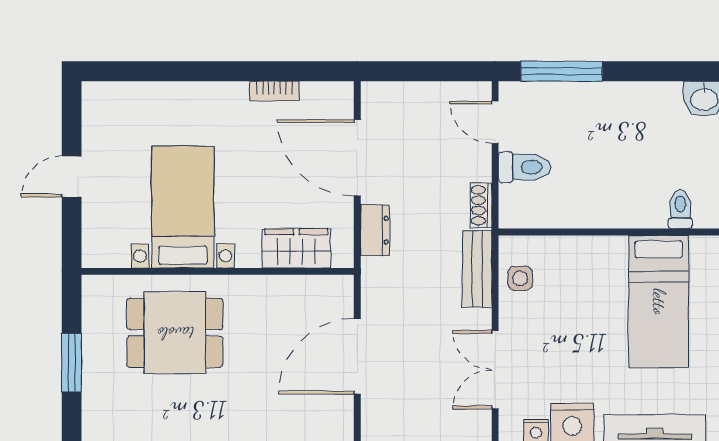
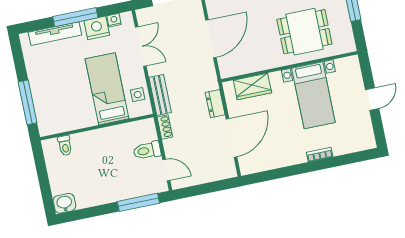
bookcase: (274, 91) -> (320, 155), moved
door: (357, 158) -> (231, 138), hinge flipped
bed: (659, 302) -> (107, 89), moved

